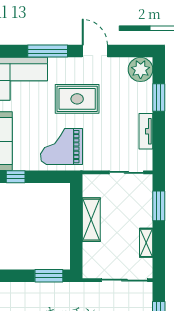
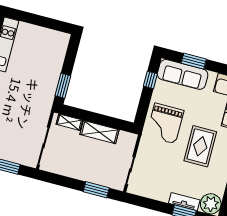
tv unit: (146, 131) -> (184, 202), moved
grand piano: (61, 147) -> (165, 123), turned 180
shelving: (146, 243) -> (69, 122), moved

